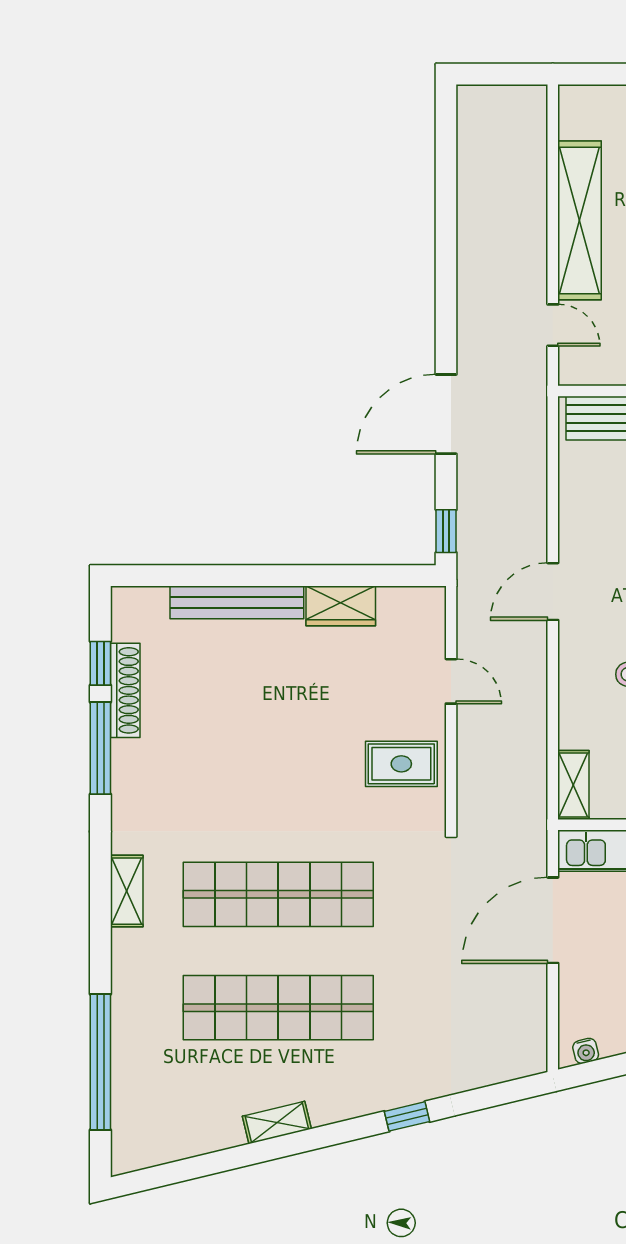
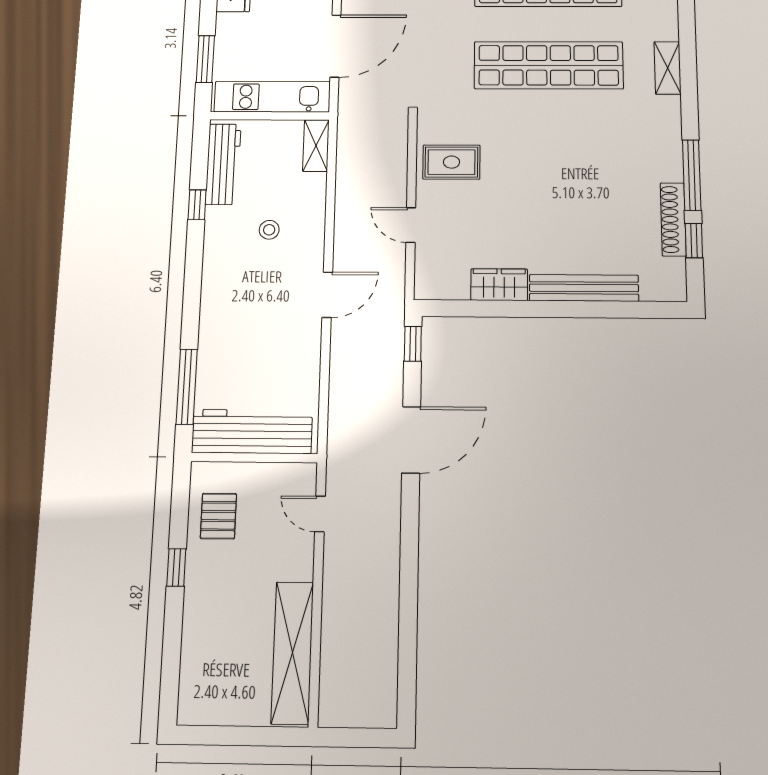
shelving: (580, 220) -> (292, 653), moved

